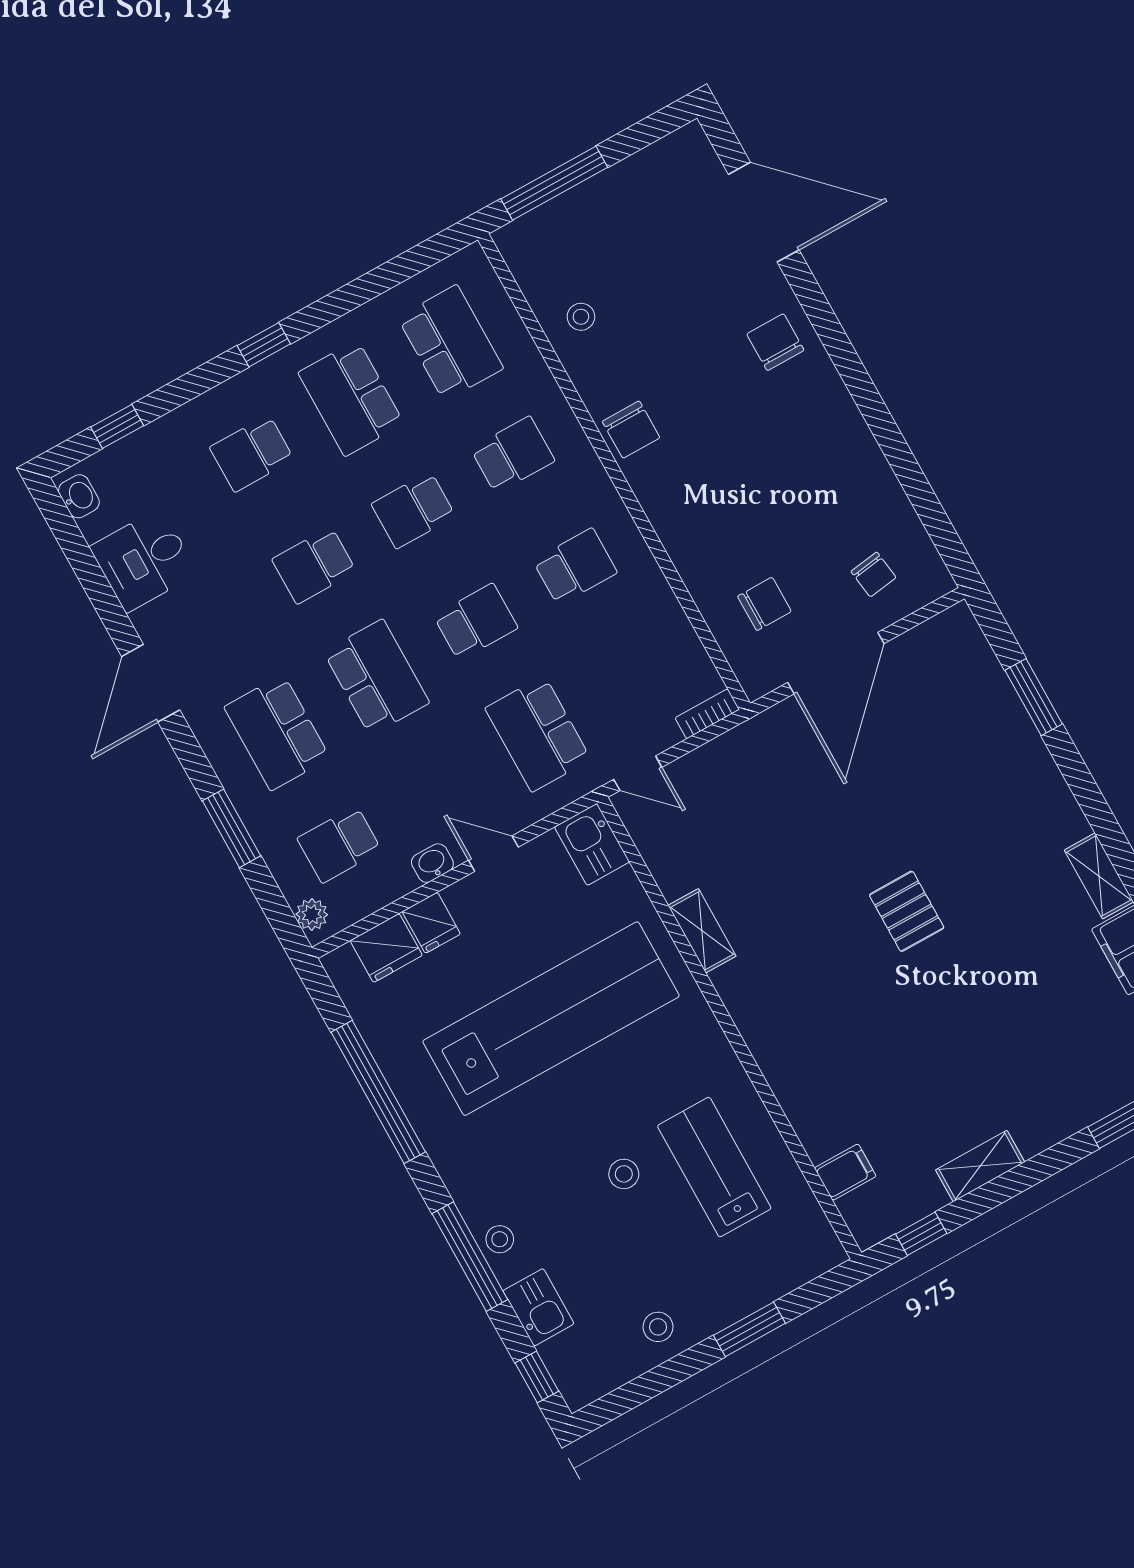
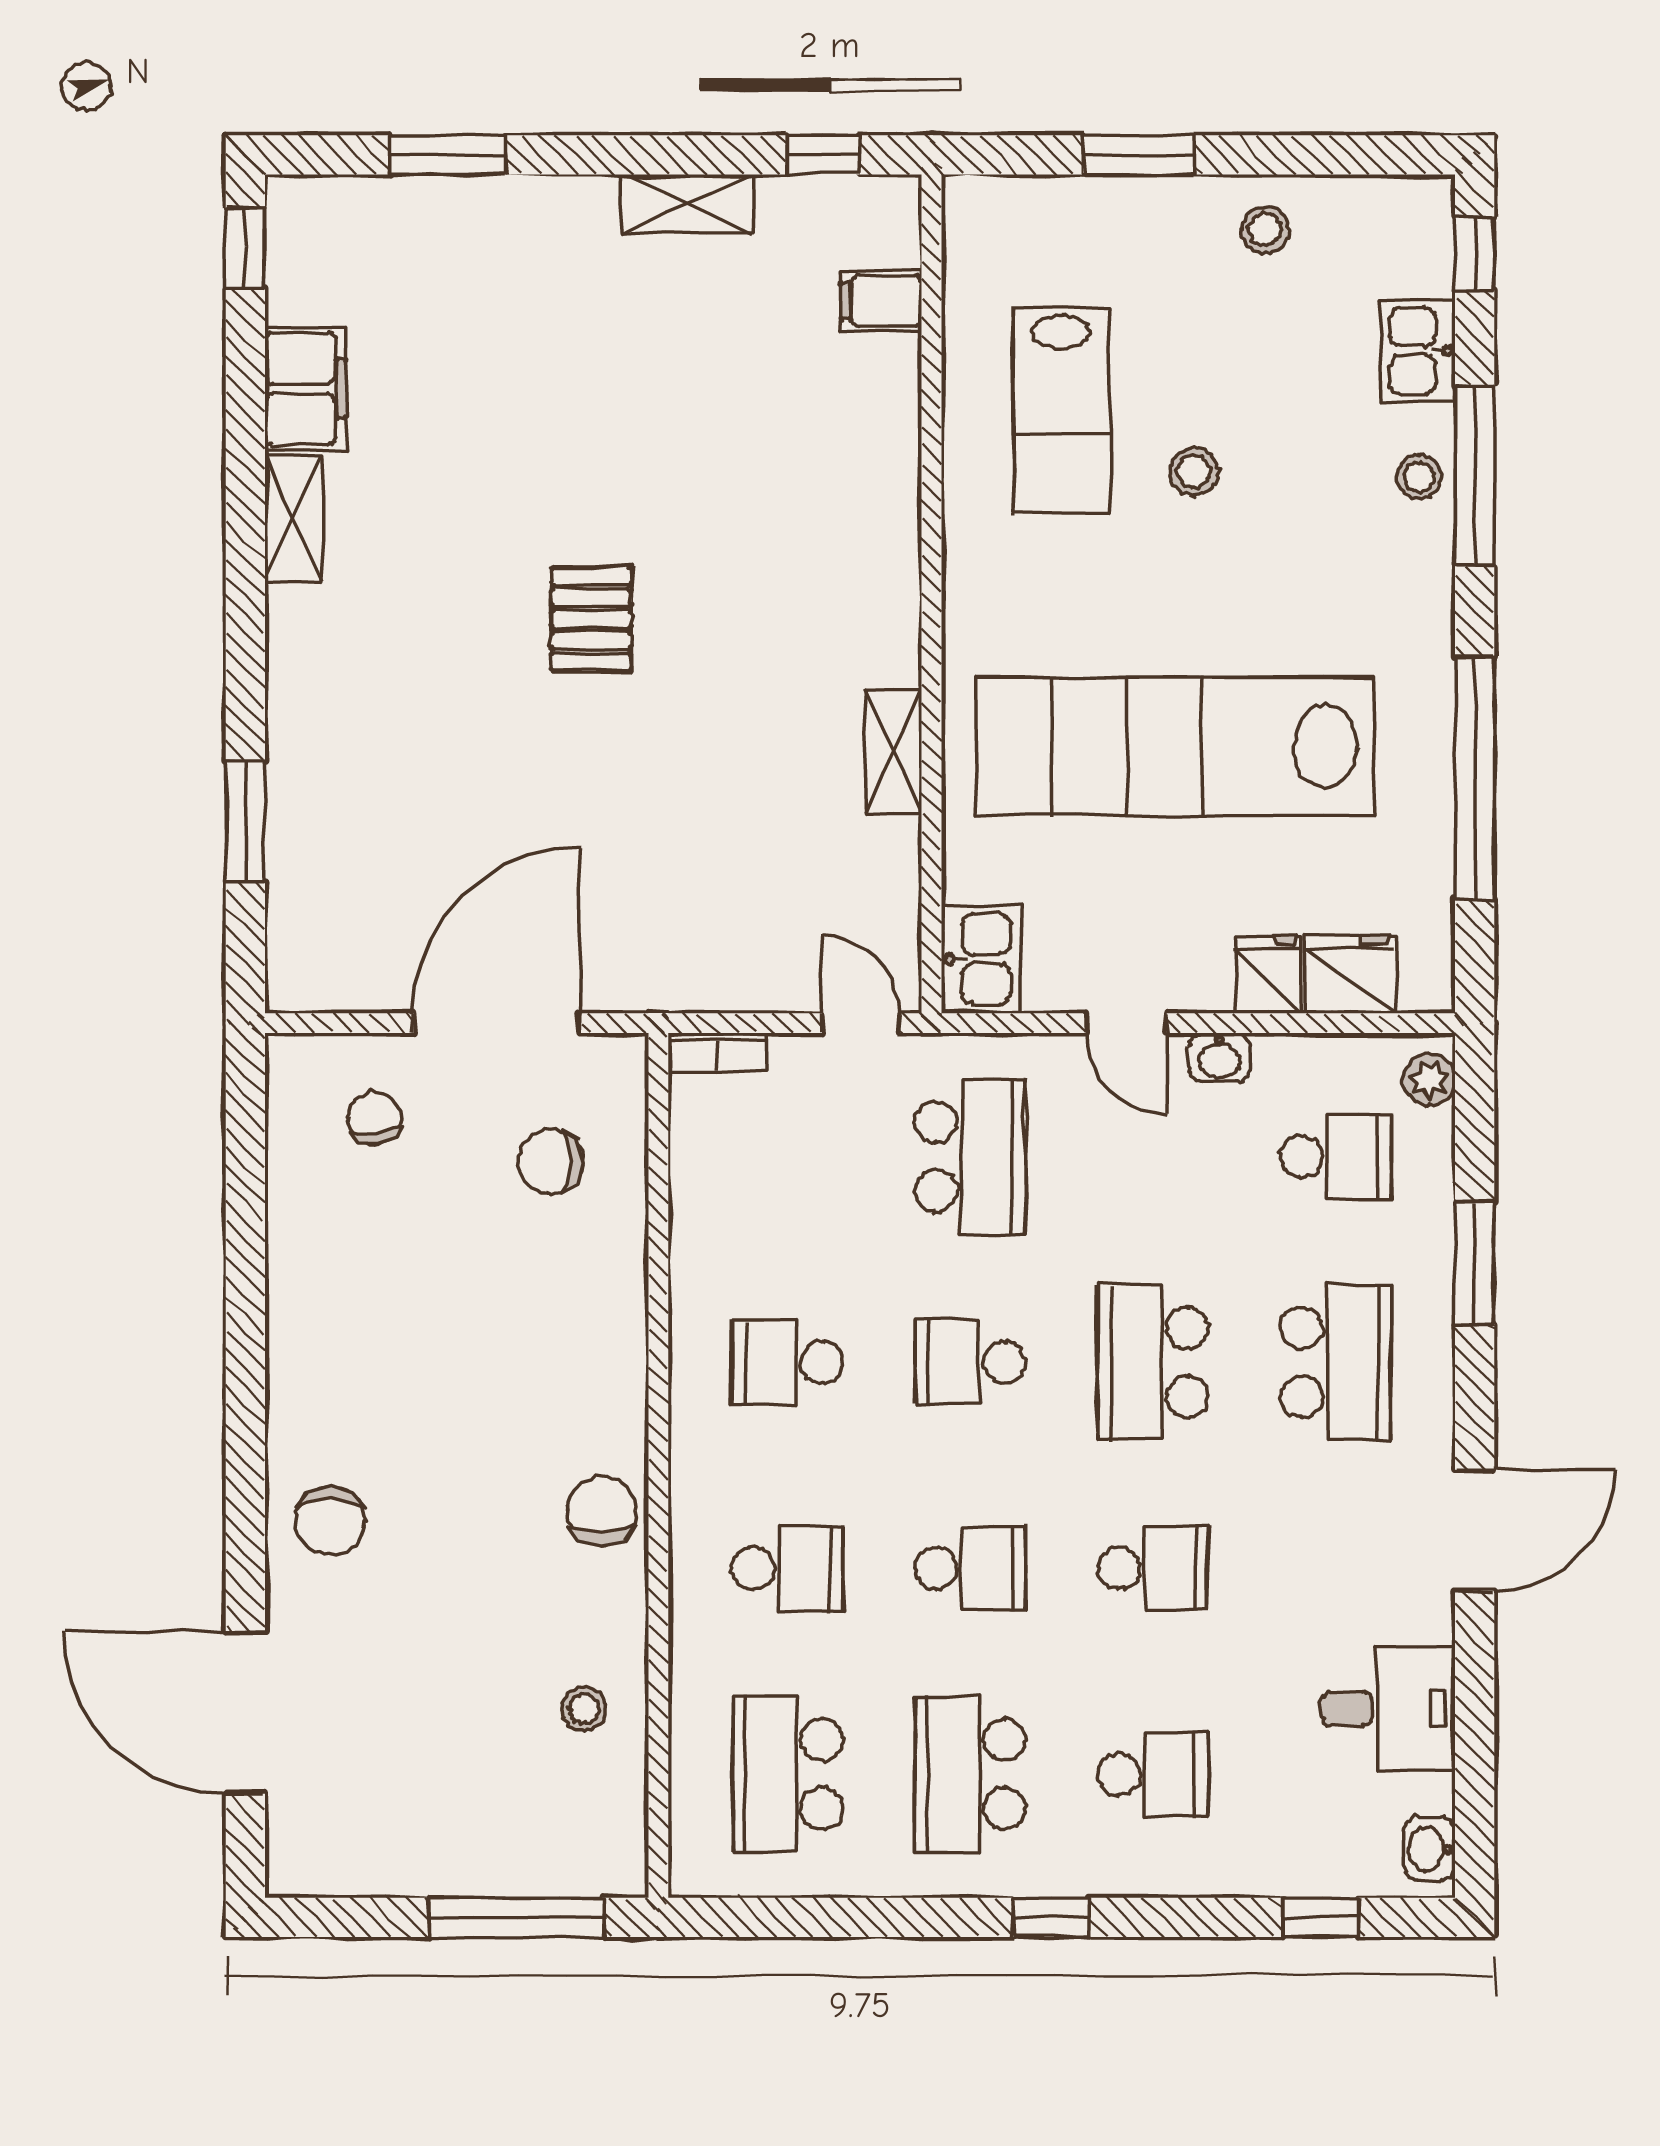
school desk: (351, 398) -> (970, 1774), turned 180
school desk: (513, 455) -> (787, 1568), turned 180

